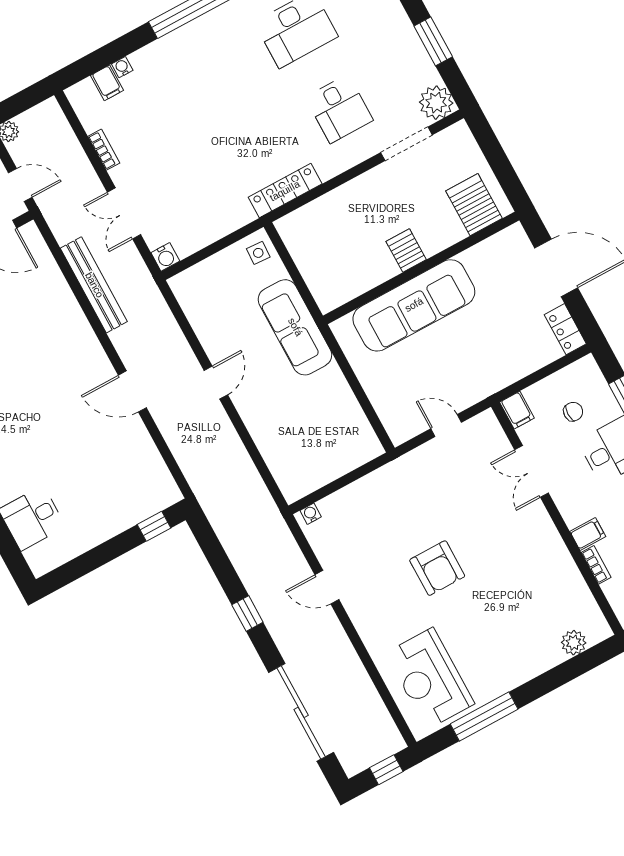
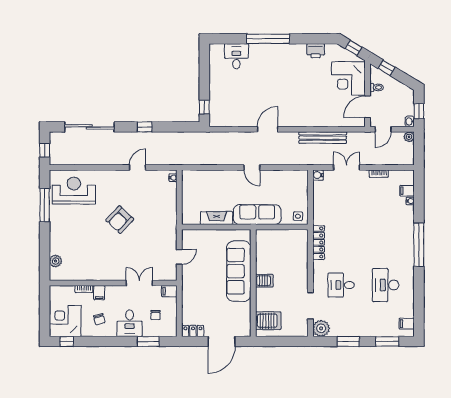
fireplace: (341, 397) -> (217, 218), added
armchair: (437, 568) -> (120, 220), turned -47

